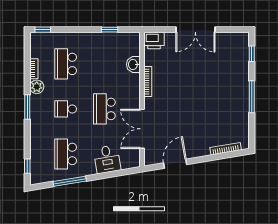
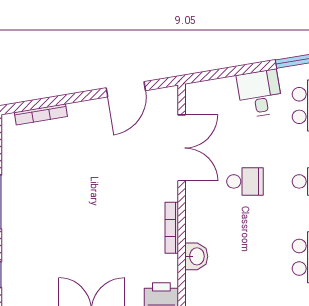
school desk: (104, 109) -> (245, 181), width x0.54
desk: (107, 159) -> (260, 93), moved

